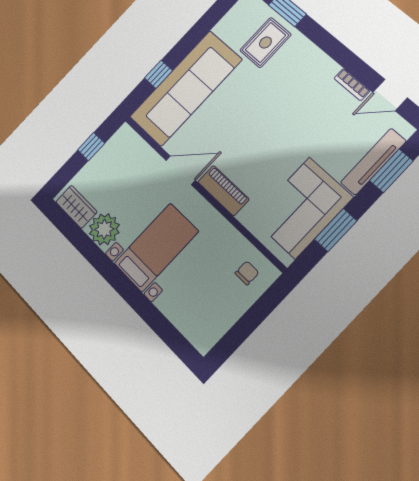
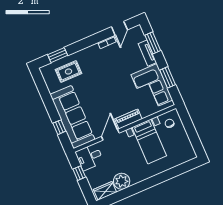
rug: (265, 43) -> (68, 72), turned 90
desk: (126, 152) -> (89, 157), added
tv unit: (373, 162) -> (147, 53), width x0.71
bed with nightstands: (156, 247) -> (149, 142), moved, turned 180

